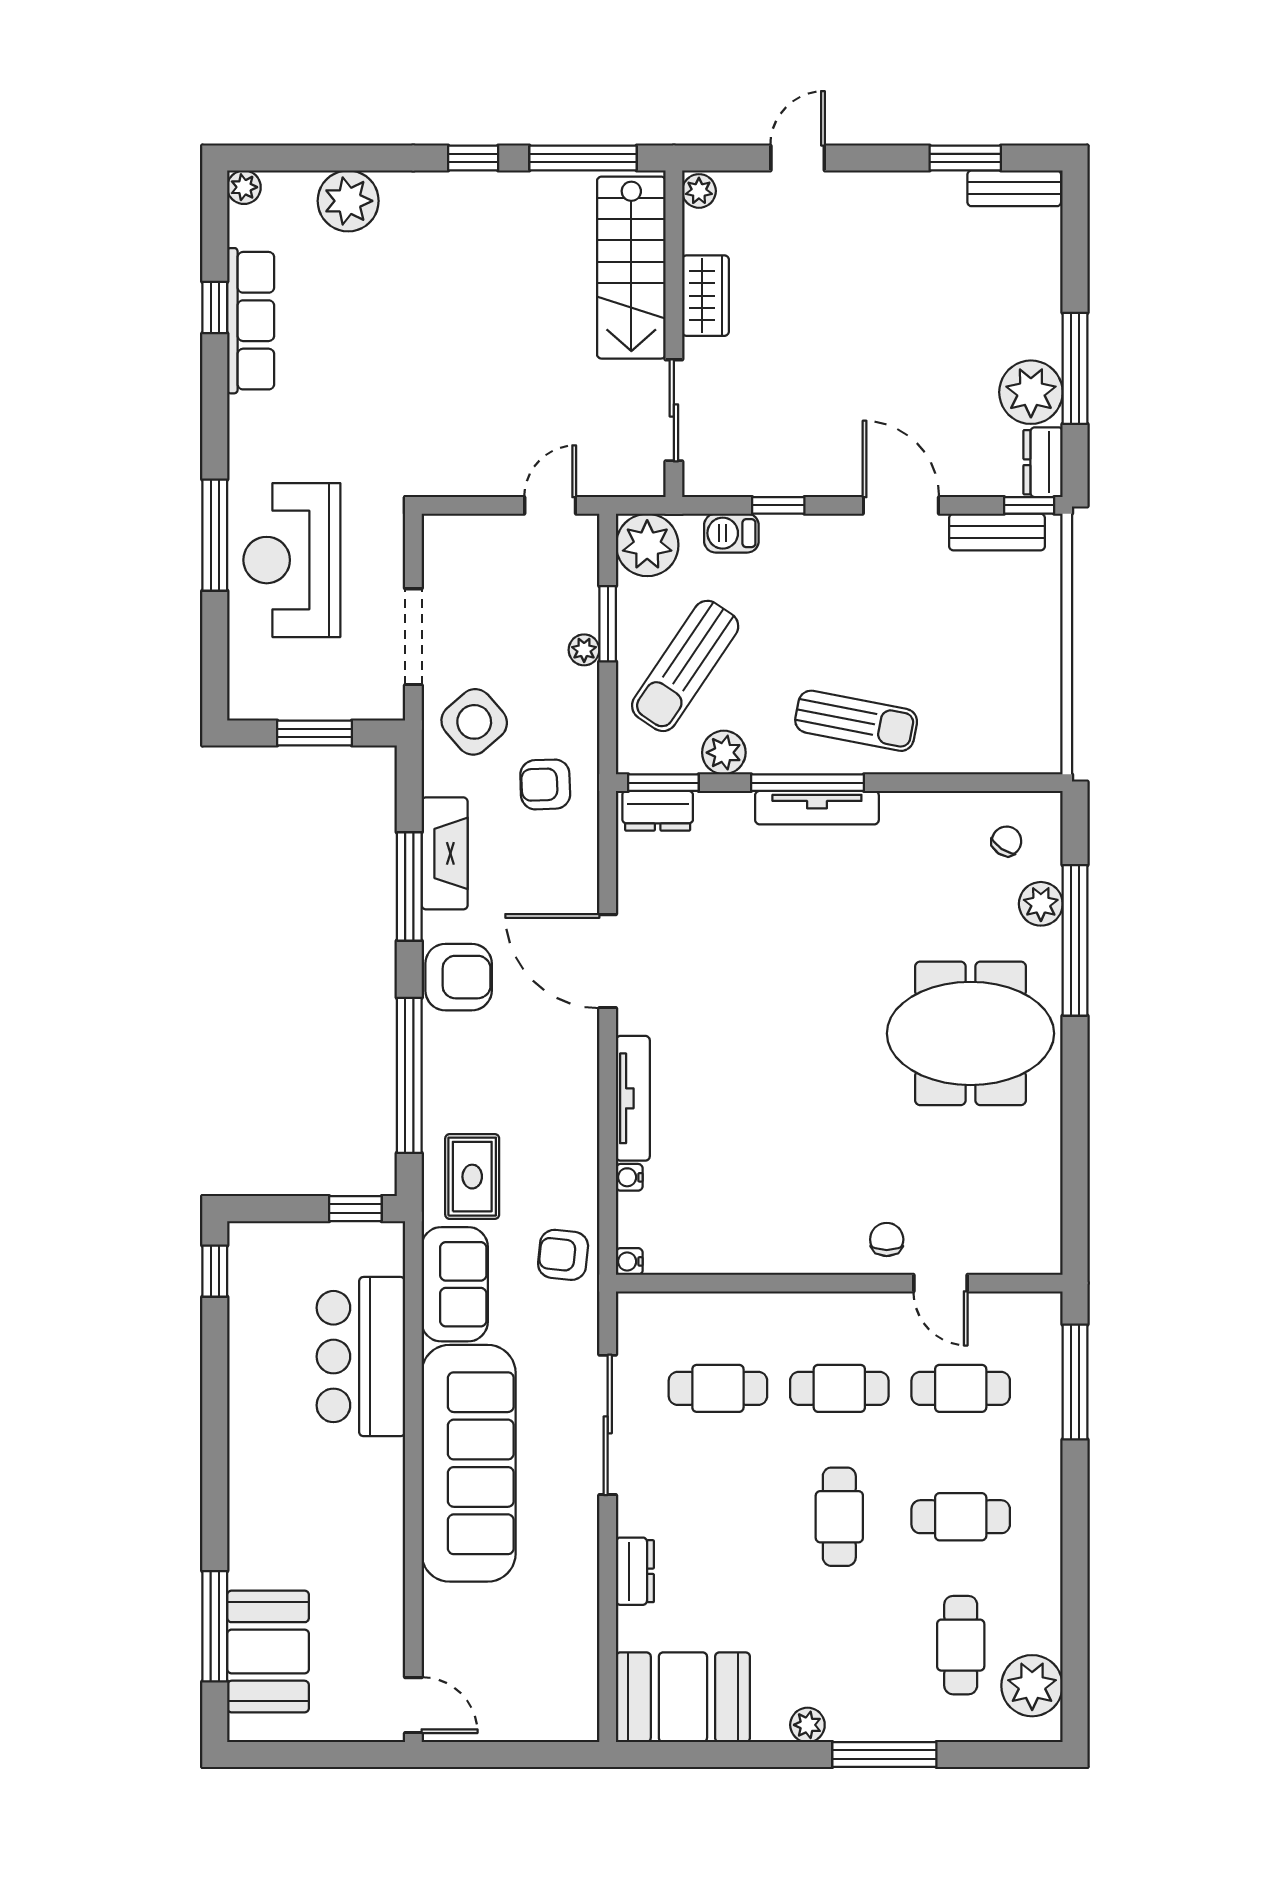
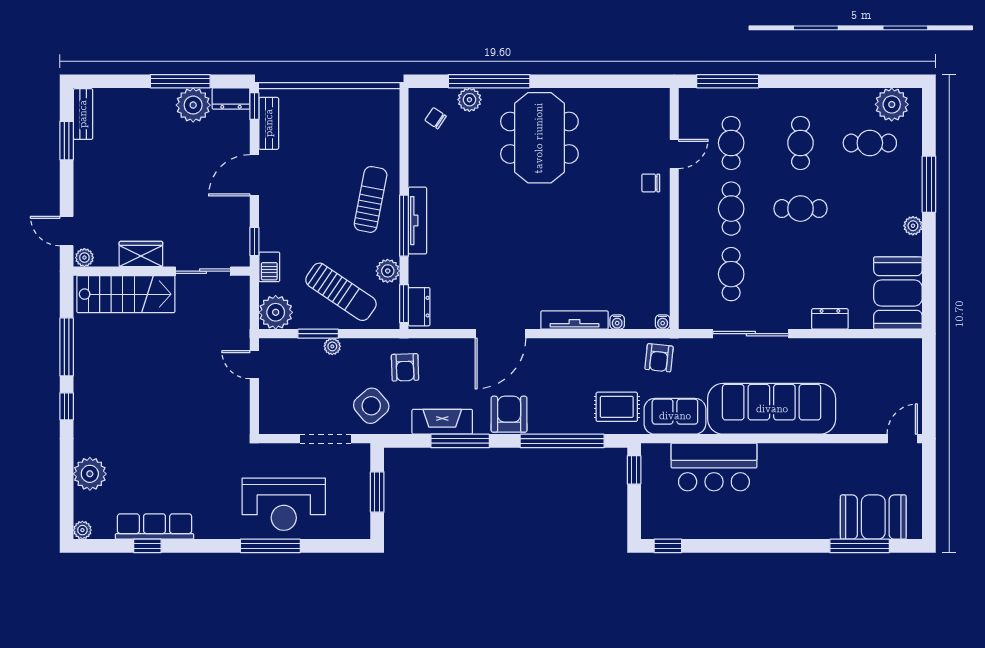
plant: (699, 191) -> (84, 258), moved
stairs: (631, 268) -> (126, 294), moved
wardrobe: (705, 296) -> (141, 254), moved
wall: (674, 334) -> (162, 271), moved
sliding door: (674, 410) -> (203, 271), moved

